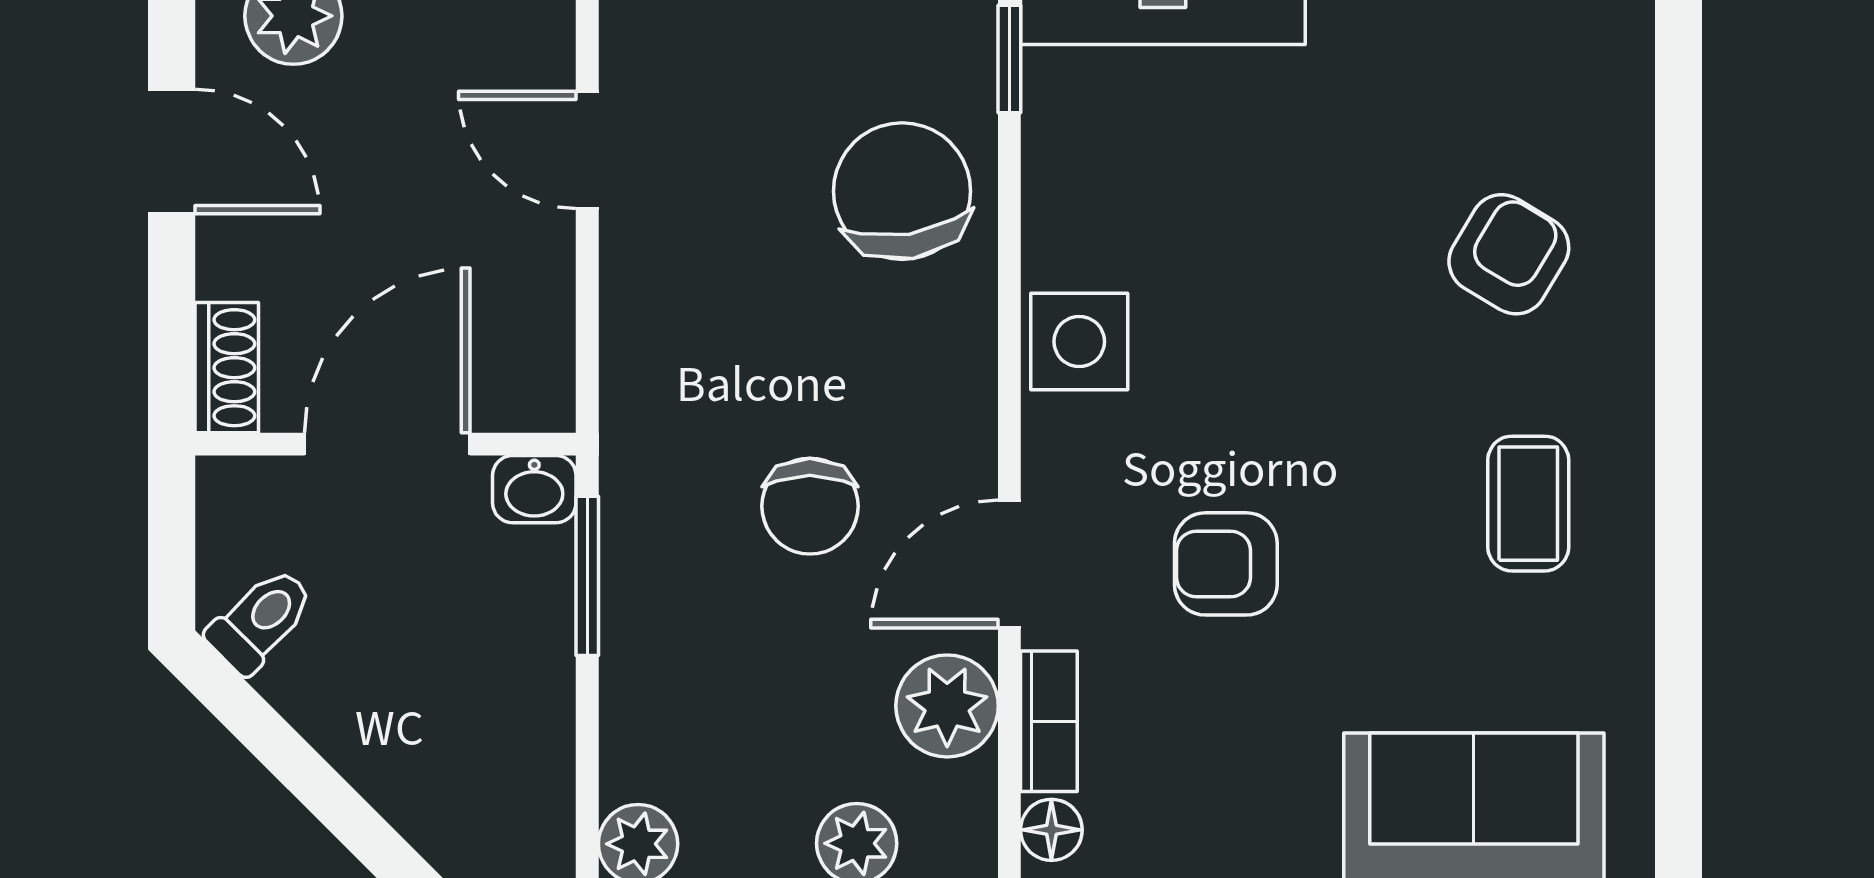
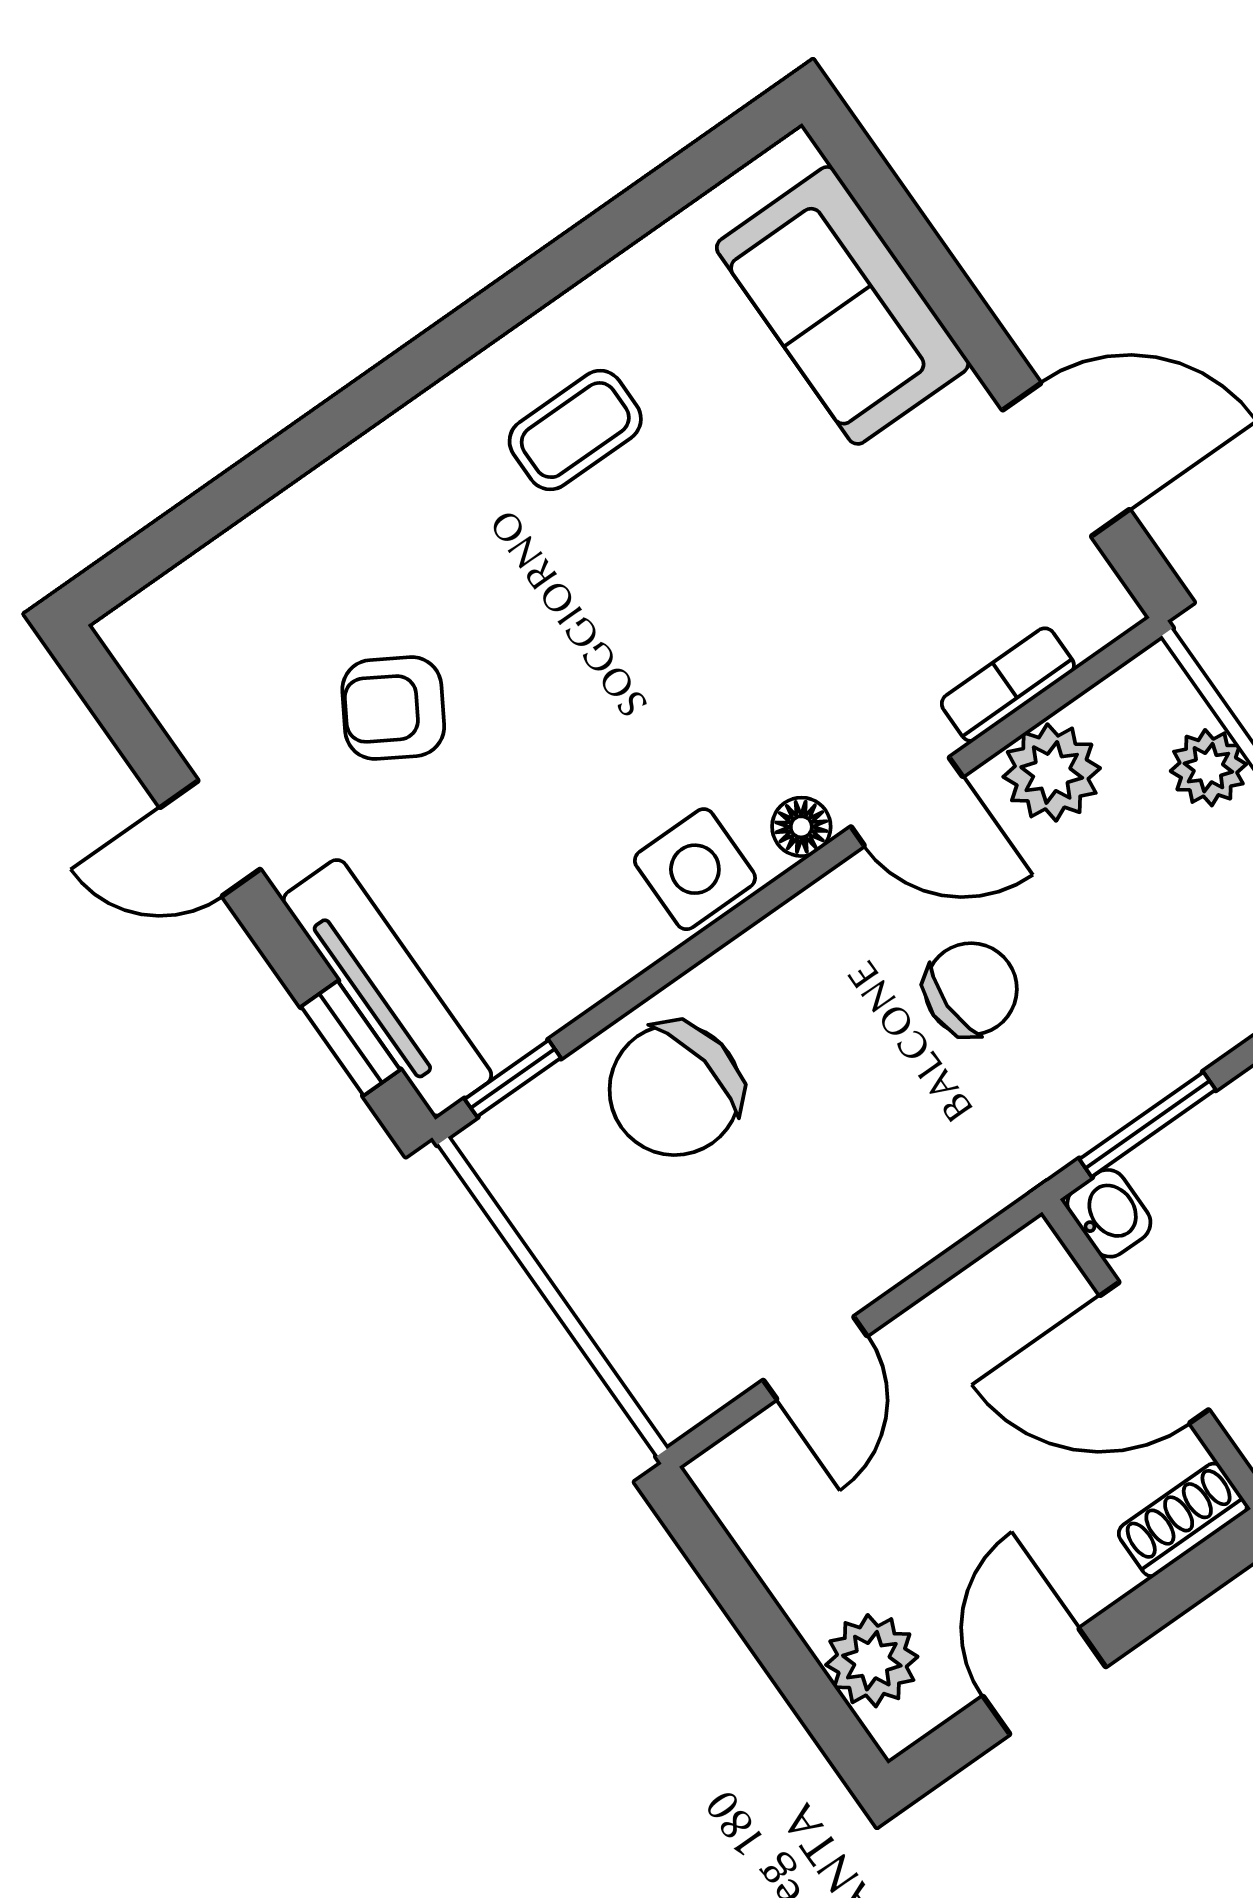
armchair: (1509, 254) -> (393, 708), moved
armchair: (1226, 564) -> (788, 633), removed
floor lamp: (1051, 830) -> (801, 827), moved

